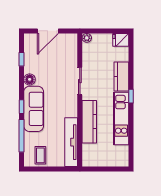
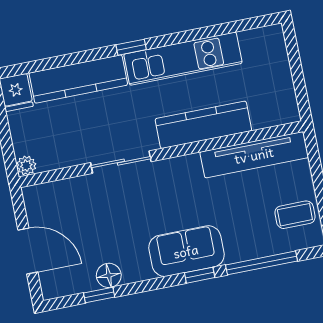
kitchen counter: (121, 76) -> (78, 79), width x1.50
floor lamp: (30, 79) -> (109, 275), moved
sofa: (34, 109) -> (186, 251), width x0.73

